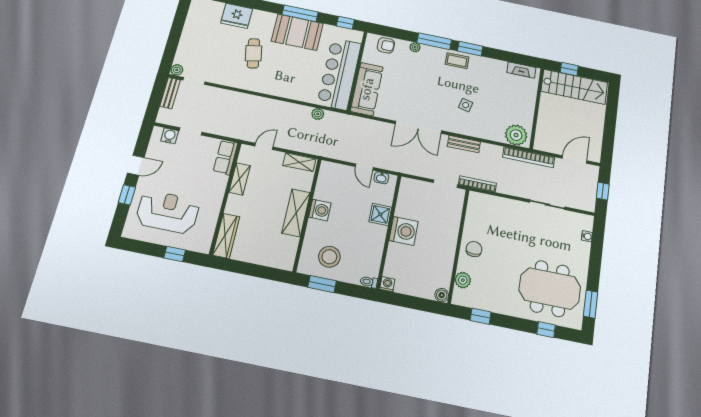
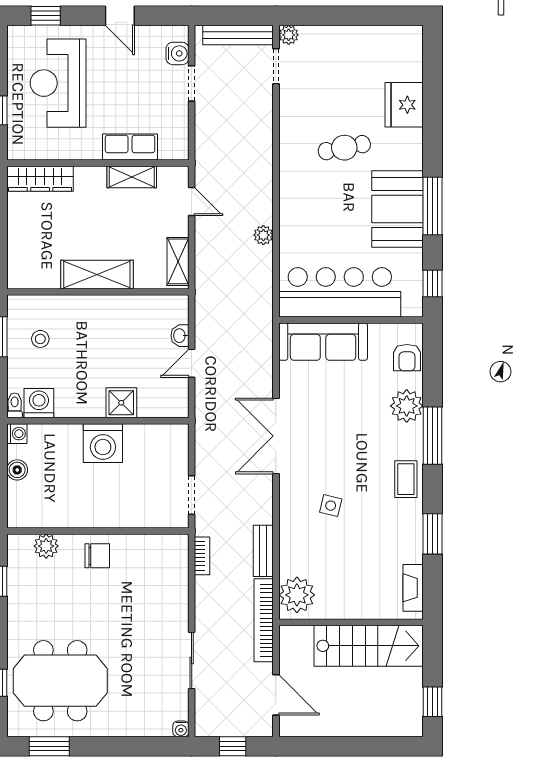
plant: (415, 47) -> (407, 406), width x1.87, depth x1.87
window: (470, 49) -> (433, 534), moved
window: (569, 69) -> (433, 702), moved
stairs: (574, 87) -> (369, 646), moved, turned -90
bench: (170, 93) -> (238, 35), width x1.36
plant: (318, 114) -> (263, 235), moved
bench: (464, 144) -> (263, 551), moved
row of seats: (225, 157) -> (130, 147), moved
washbasin: (381, 178) -> (180, 336), moved
bookcase: (477, 184) -> (202, 556), width x0.64
window: (127, 195) -> (46, 16), moved
washing machine: (320, 210) -> (39, 403), moved, turned 180
reception desk: (168, 212) -> (58, 83), turned 180
water cooler: (587, 236) -> (181, 729), moved
stool: (329, 257) -> (40, 339), width x0.53, depth x0.53
meeting table: (550, 288) -> (60, 681), turned 90
boiler: (442, 295) -> (17, 470), moved

